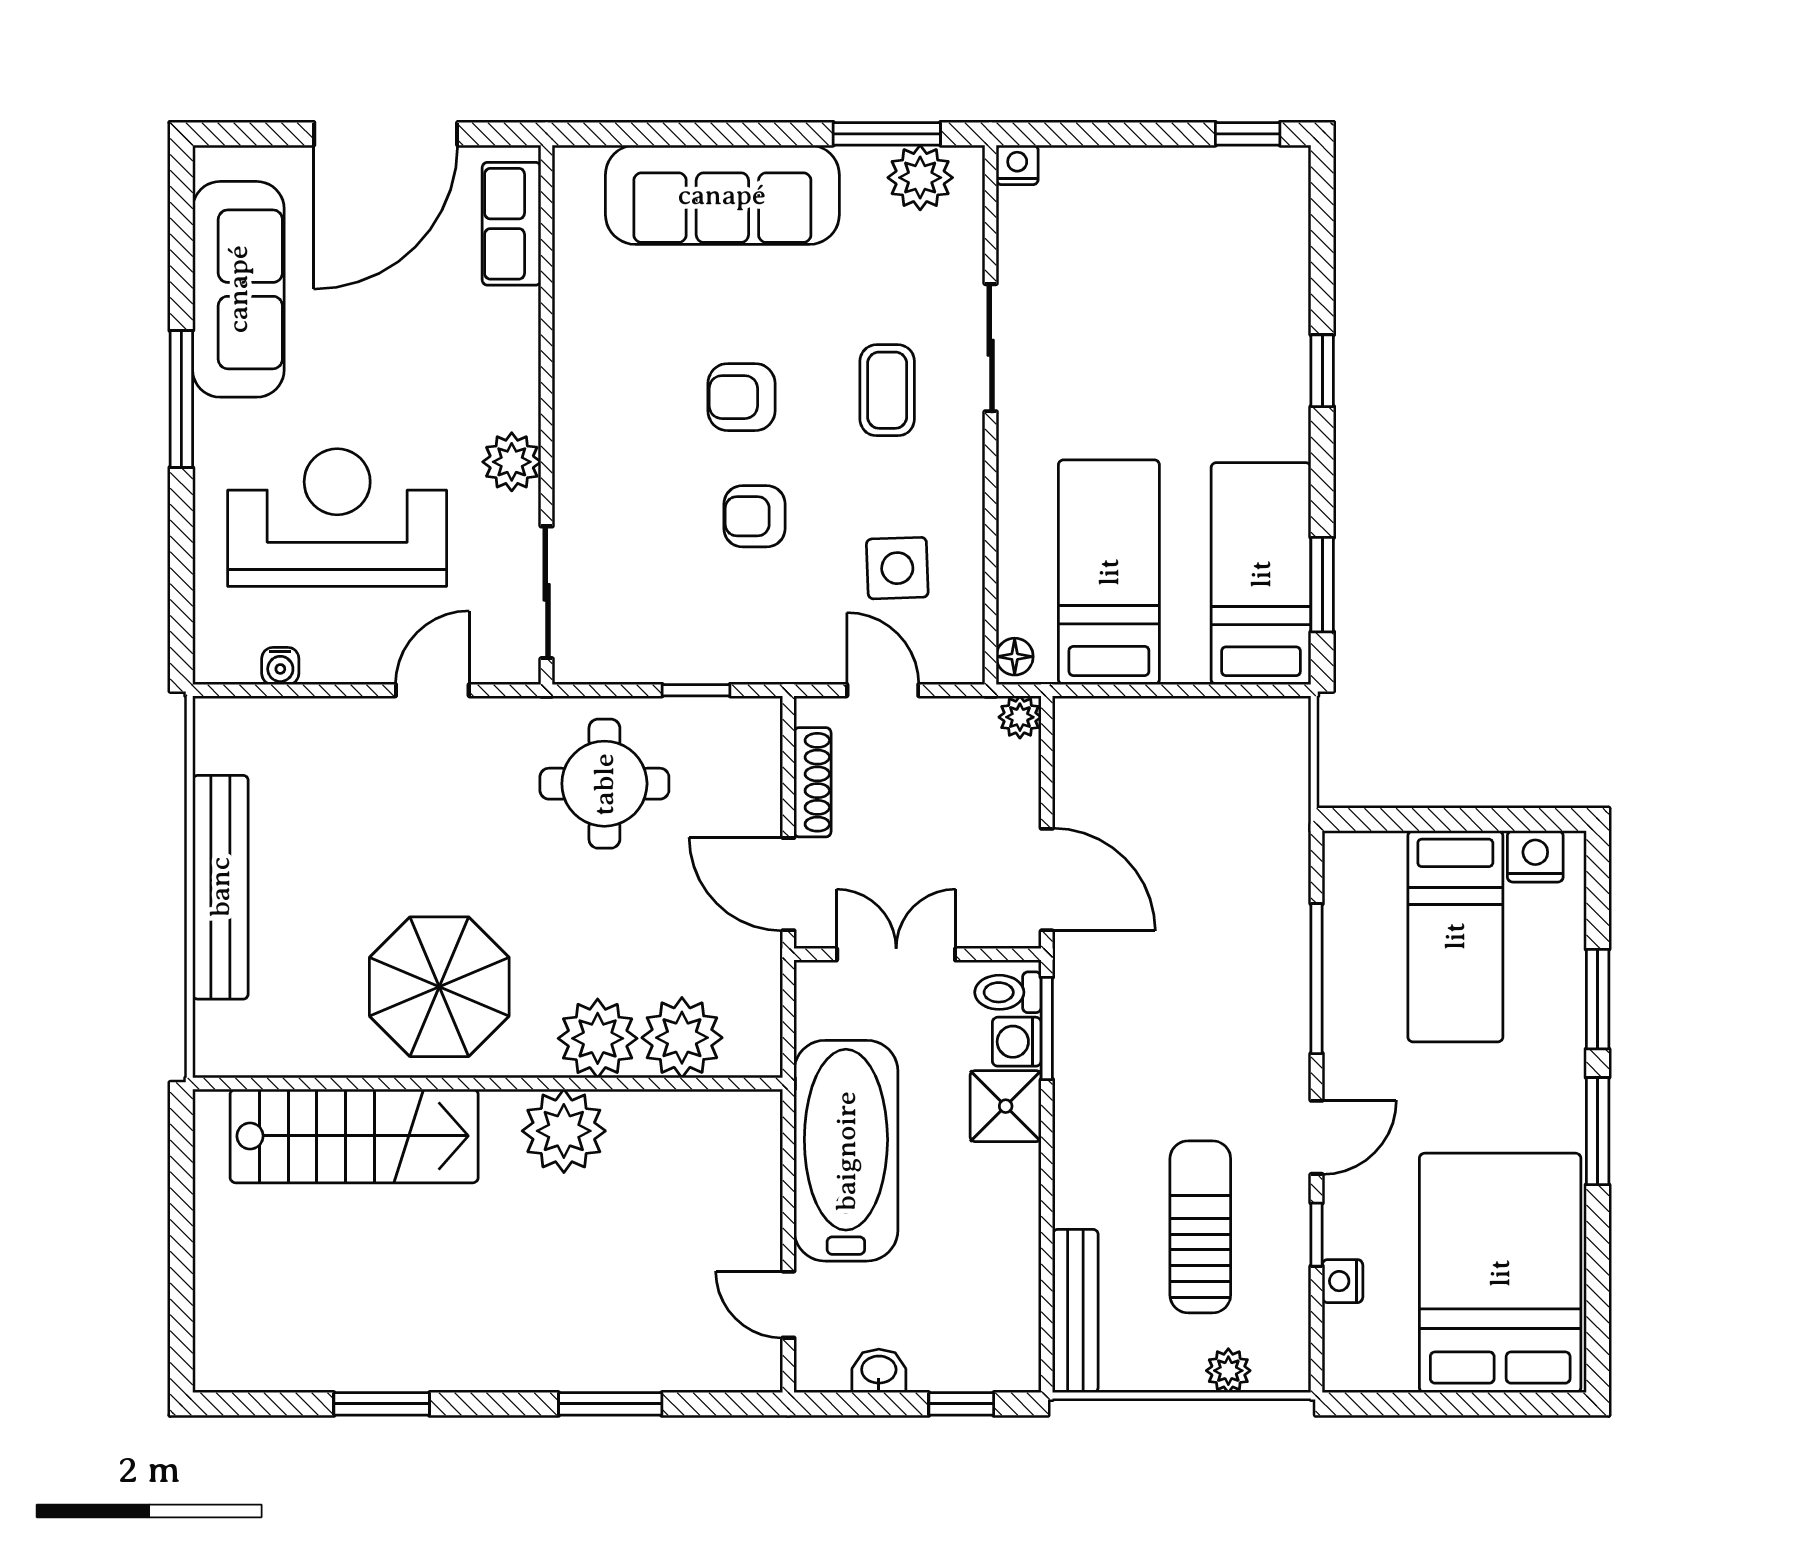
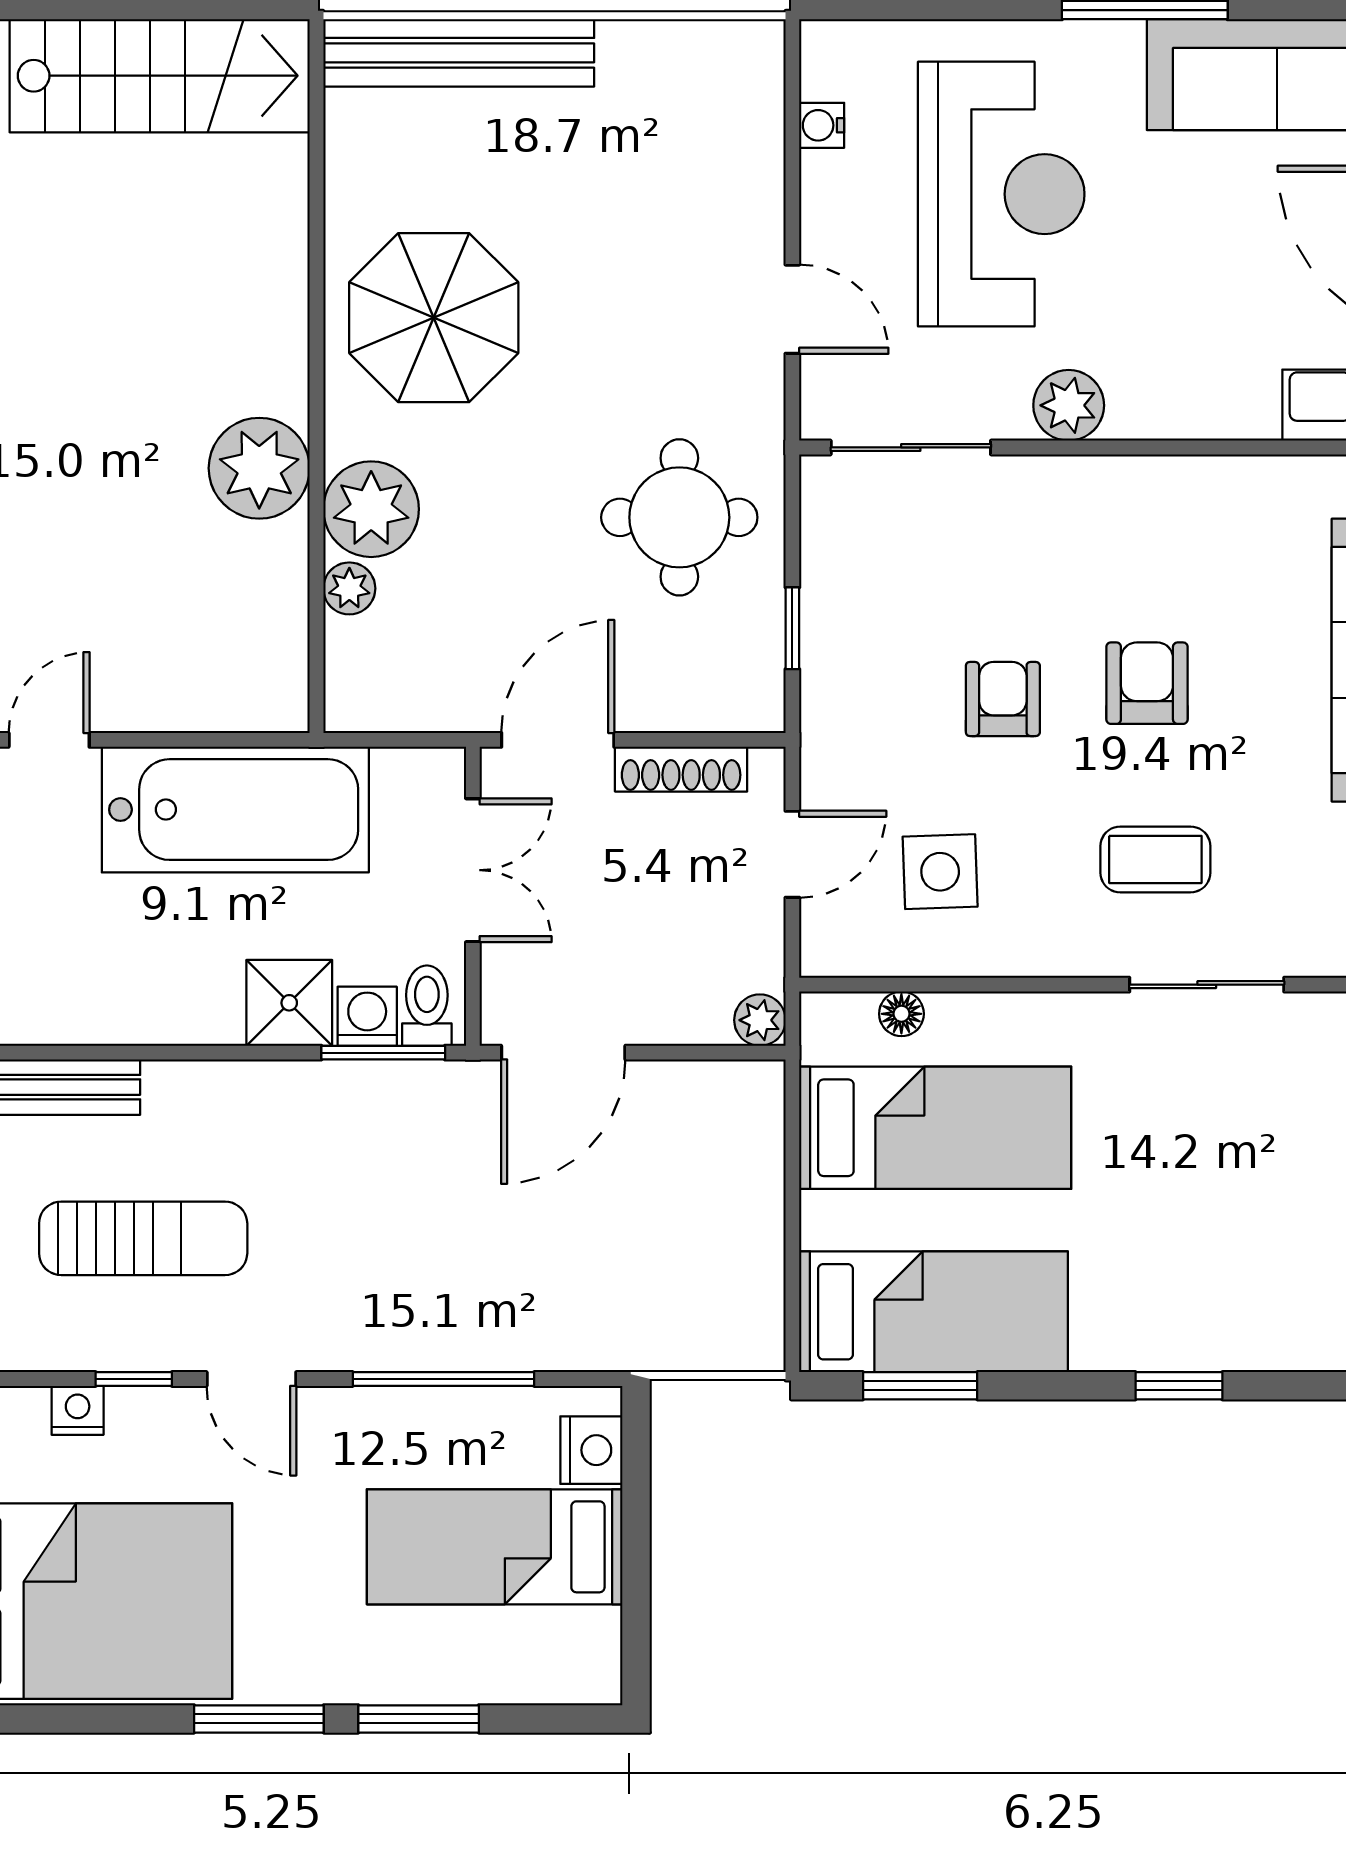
floor lamp: (1015, 657) -> (901, 1014), moved
nightstand: (1535, 856) -> (591, 1450), moved
bench: (220, 887) -> (459, 53), moved
plant: (682, 1038) -> (349, 588), width x0.53, depth x0.53
stairs: (354, 1136) -> (160, 76), moved, turned -90

